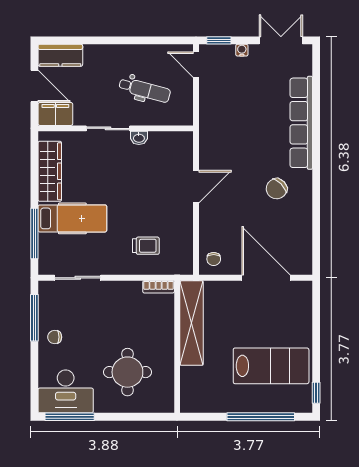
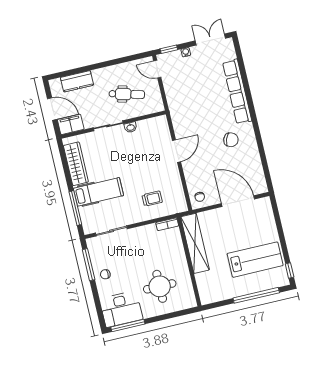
kitchen counter: (60, 55) -> (77, 81), moved
chair: (277, 189) -> (231, 140), turned -115

